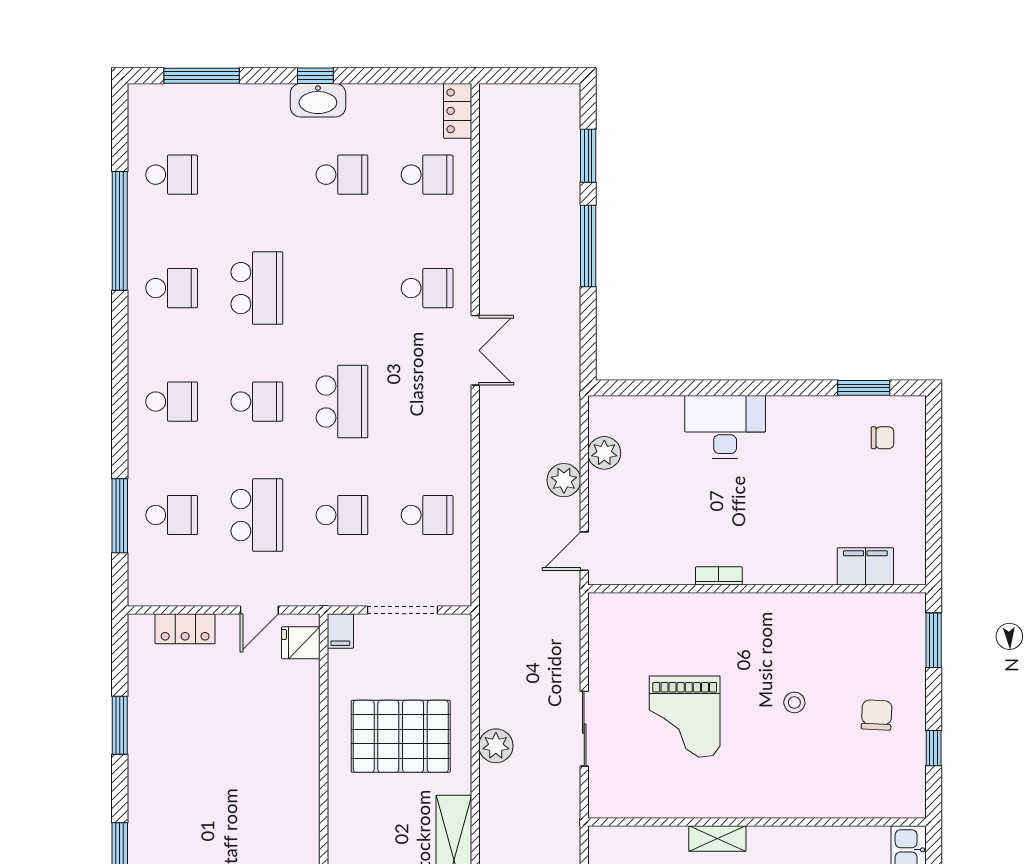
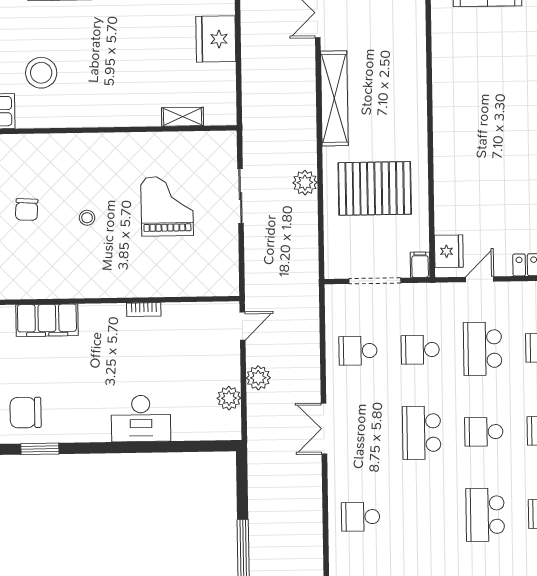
double door: (475, 350) -> (324, 429), moved
chair: (882, 438) -> (26, 413), width x1.87, depth x1.87
filing cabinet: (865, 566) -> (47, 320), width x1.50, depth x1.17
fridge: (301, 643) -> (449, 251), width x1.38
shelving: (717, 838) -> (182, 117), moved

